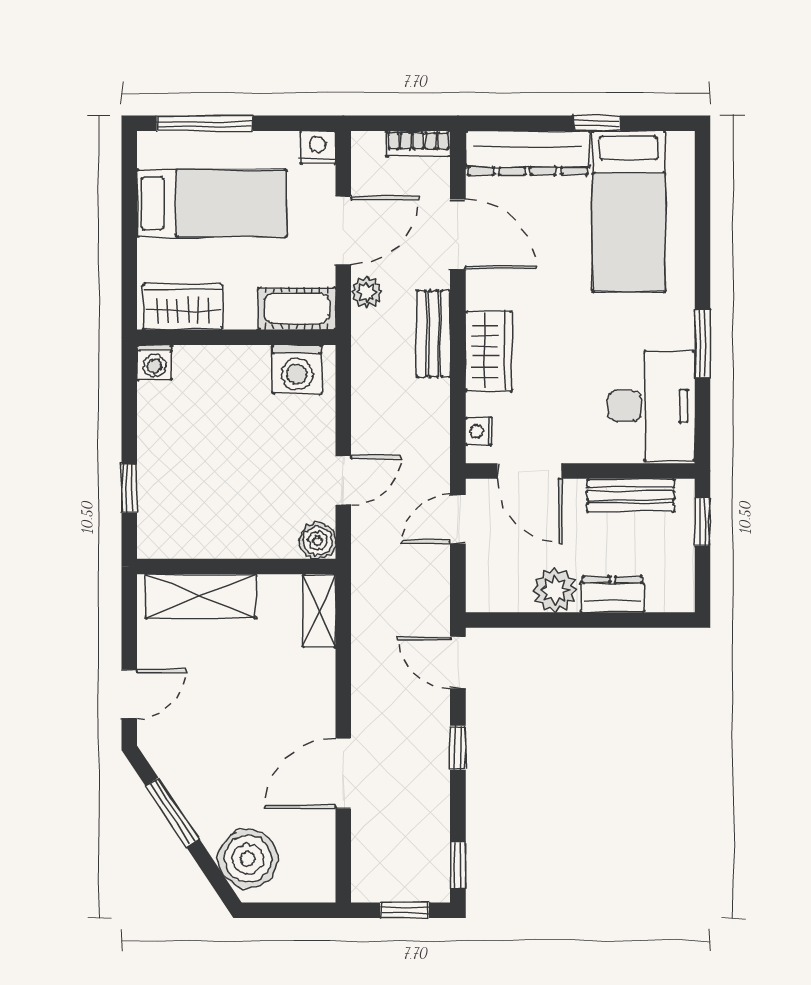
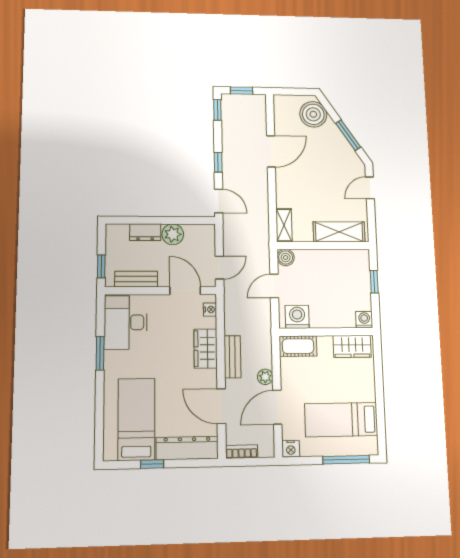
wardrobe: (183, 307) -> (352, 346), moved
cot: (297, 308) -> (298, 346), moved
wall: (236, 337) -> (326, 332), moved
washing machine: (154, 362) -> (364, 320), moved
washing machine: (297, 369) -> (297, 317), moved

